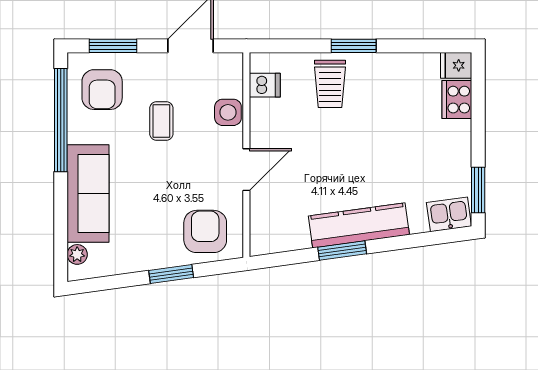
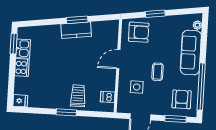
cooker: (457, 100) -> (22, 68), moved
side table: (228, 112) -> (137, 87), moved
coffee table: (161, 121) -> (158, 72), moved
kitchen sink: (449, 214) -> (23, 49), moved, turned -82
kitchen counter: (359, 225) -> (76, 30), width x0.67
armchair: (205, 231) -> (139, 32), turned -90

